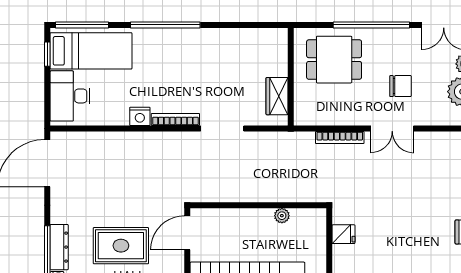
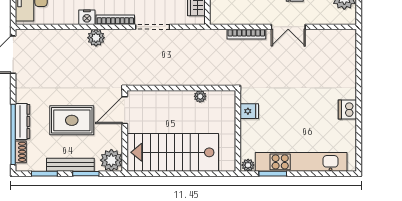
plant: (151, 142) -> (96, 38), added

